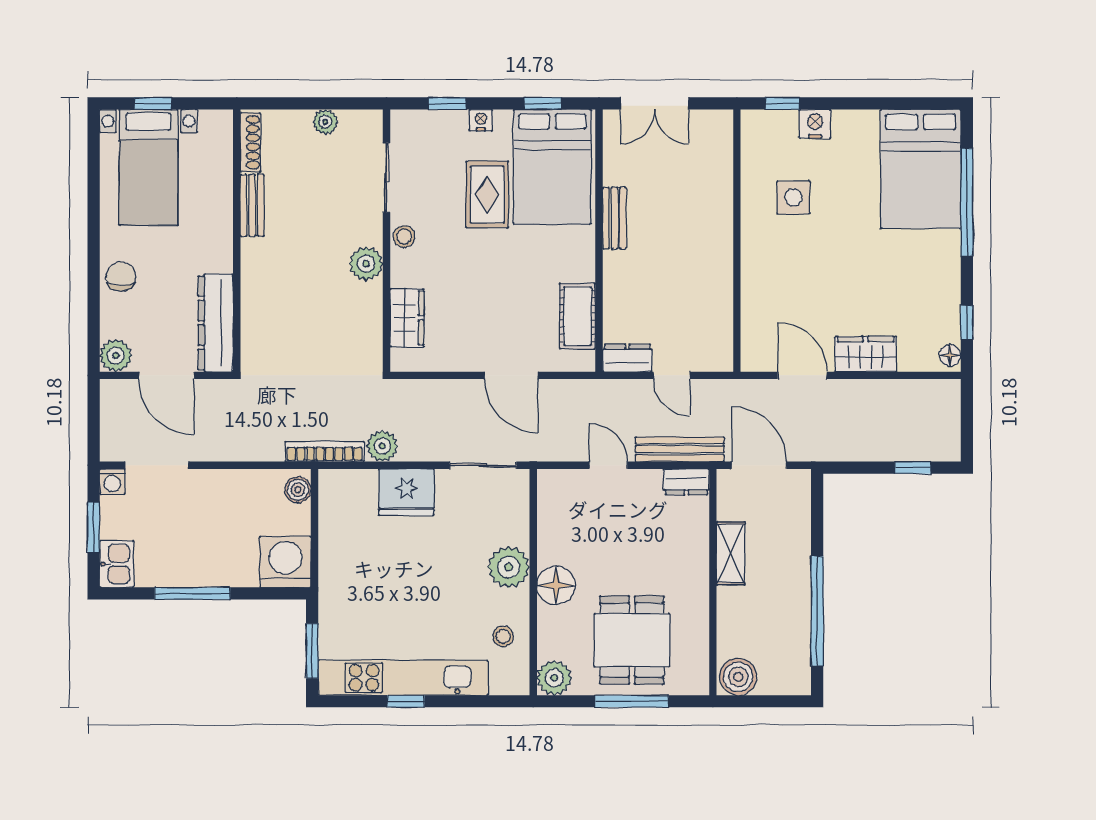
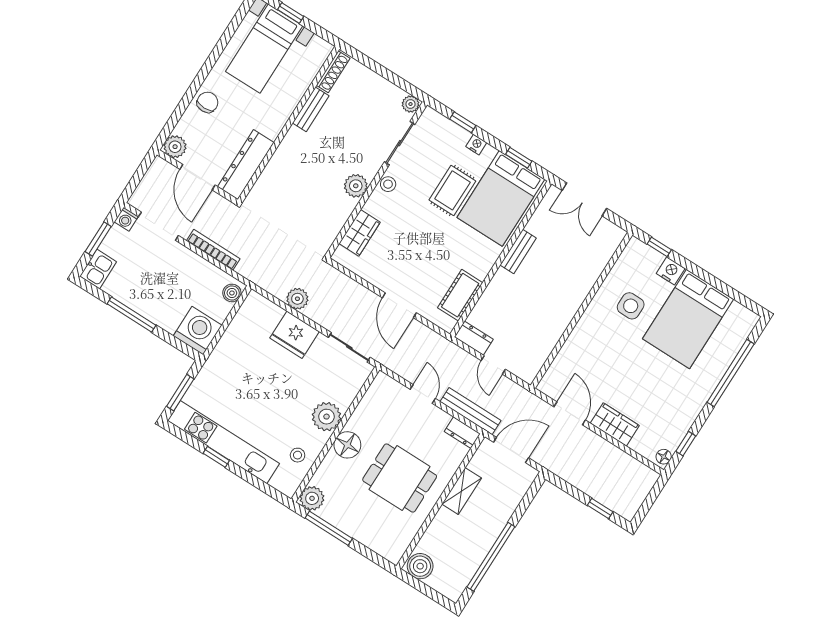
plant: (325, 122) -> (410, 104), moved
bed: (921, 169) -> (688, 319), moved
bookcase: (325, 452) -> (213, 250), moved
door: (759, 465) -> (511, 450), hinge flipped
dining table: (632, 640) -> (400, 478), moved, turned 90
window: (632, 701) -> (329, 528), moved

